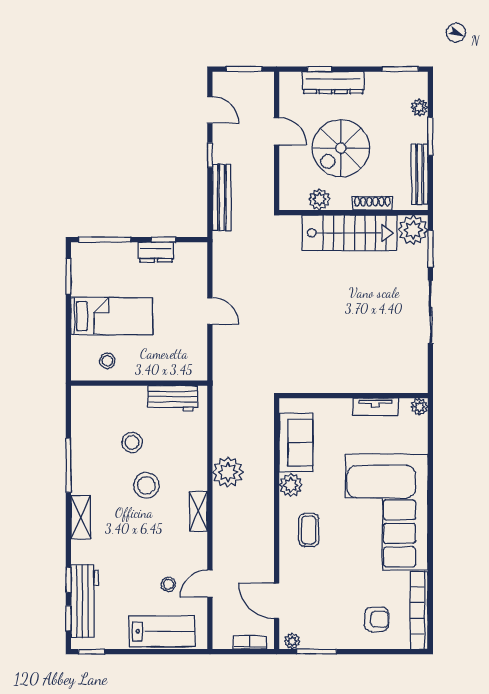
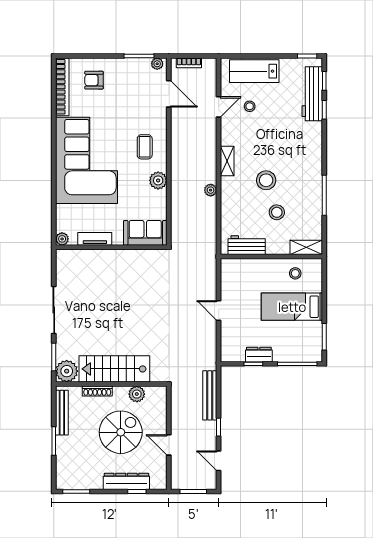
plant: (419, 107) -> (62, 463), removed
sofa: (296, 443) -> (145, 233), moved, turned 90
plant: (228, 472) -> (211, 190), width x0.53, depth x0.53
shelving: (81, 517) -> (306, 247), moved, turned 90

